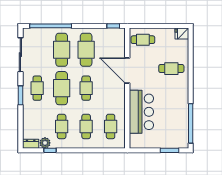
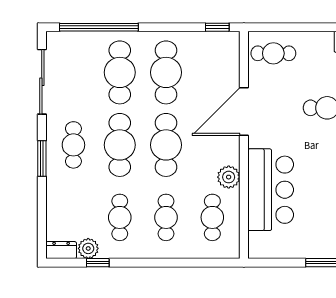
door: (127, 70) -> (244, 111), hinge flipped
cafe table: (86, 88) -> (166, 145), width x1.37, depth x1.35
plant: (119, 105) -> (229, 177), added

